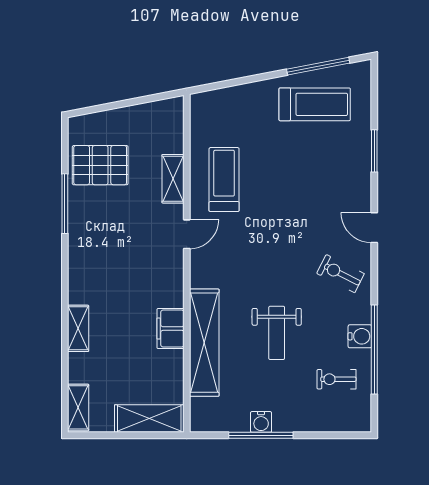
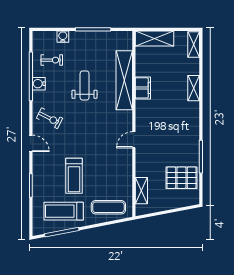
exercise mat: (233, 111) -> (108, 207), added
shelving: (173, 179) -> (141, 191), moved
treadmill: (224, 180) -> (74, 176), moved
water cooler: (261, 422) -> (63, 37), moved

